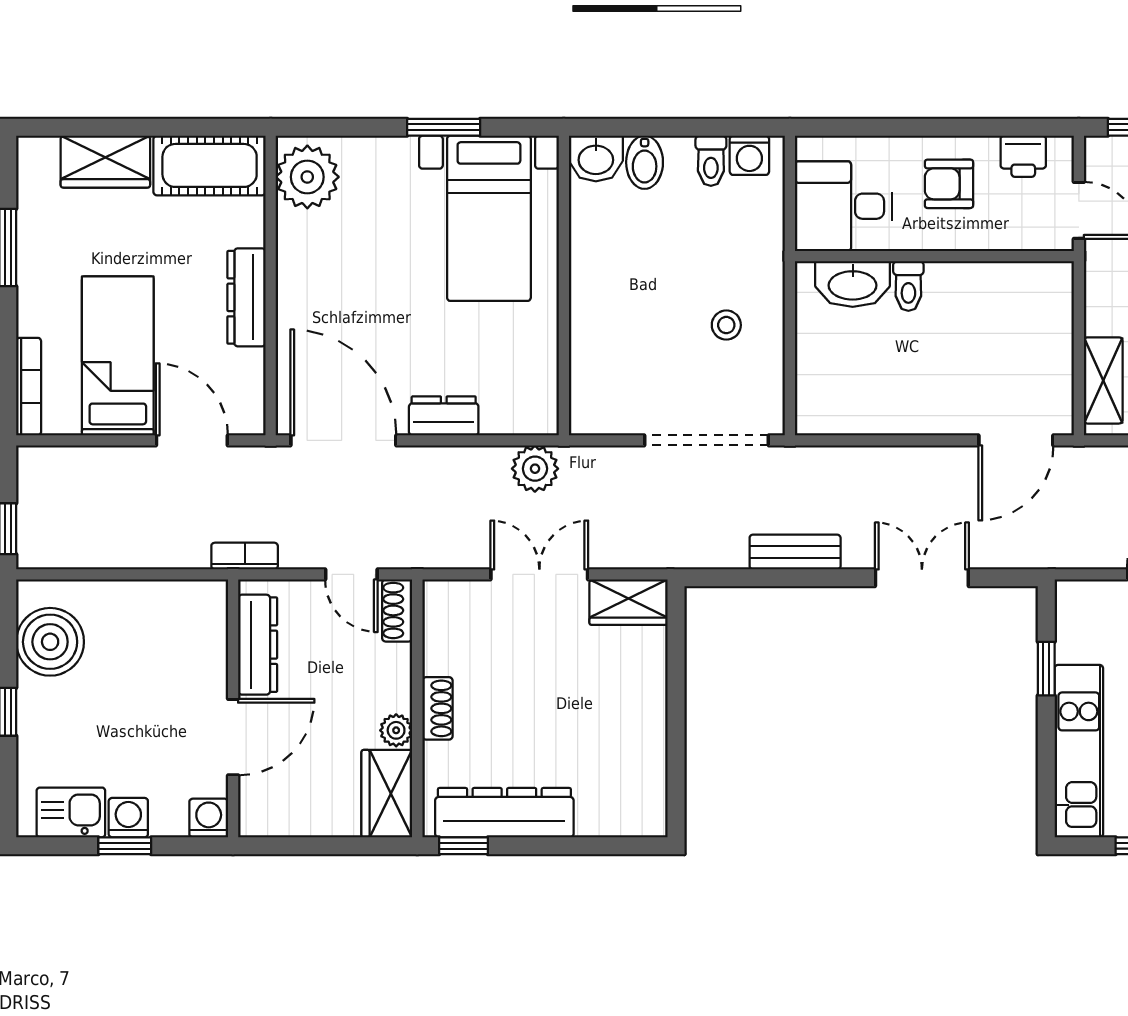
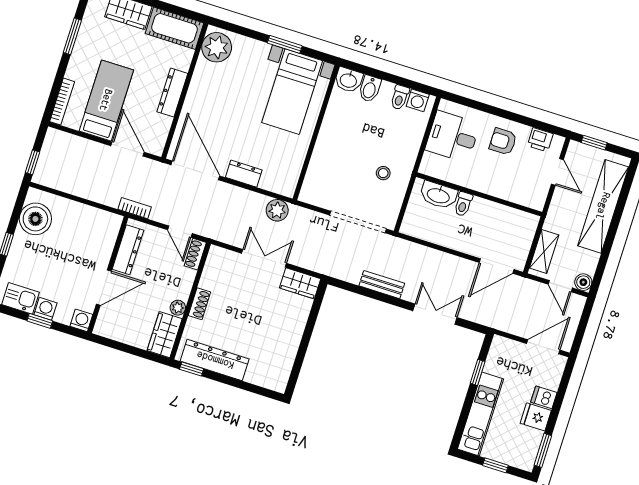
wall: (934, 256) -> (479, 194), moved
washbasin: (853, 284) -> (438, 195), moved
toilet: (908, 286) -> (463, 204), moved

